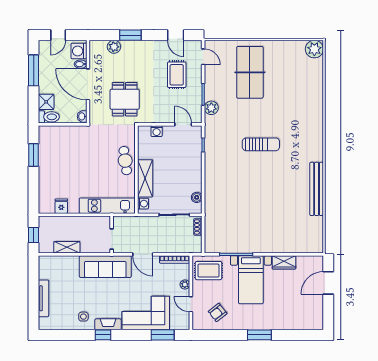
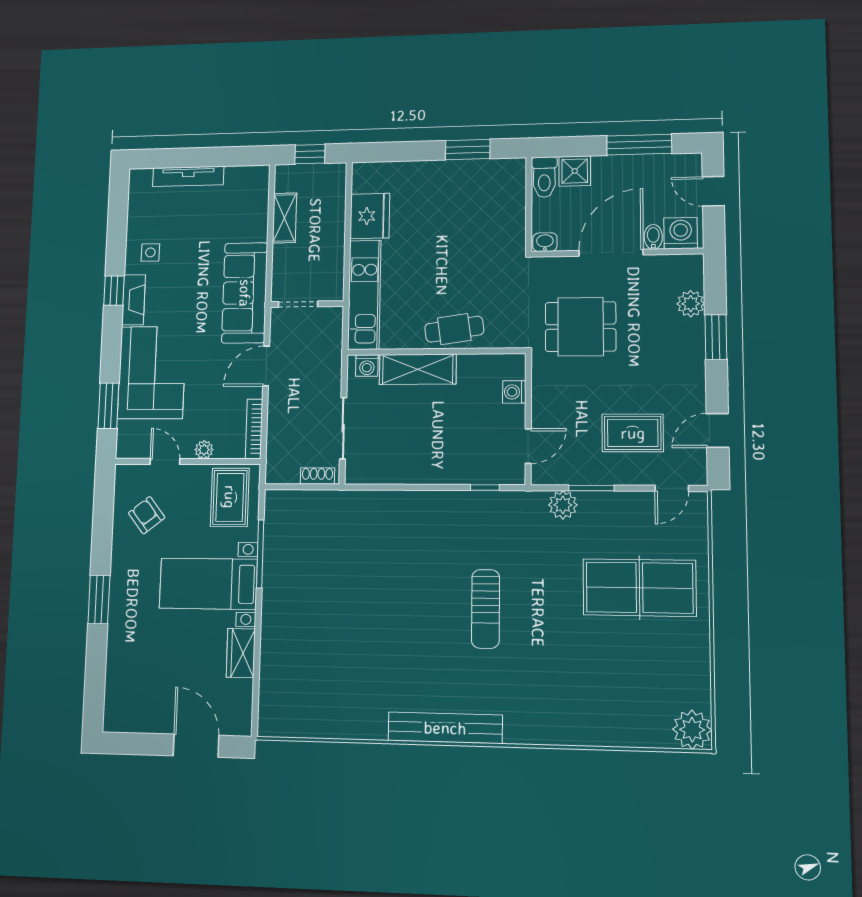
bench: (317, 189) -> (445, 728), moved
boiler: (197, 197) -> (377, 474), removed
fridge: (61, 206) -> (370, 216), width x1.88, depth x1.34
door: (191, 304) -> (165, 461), hinge flipped

